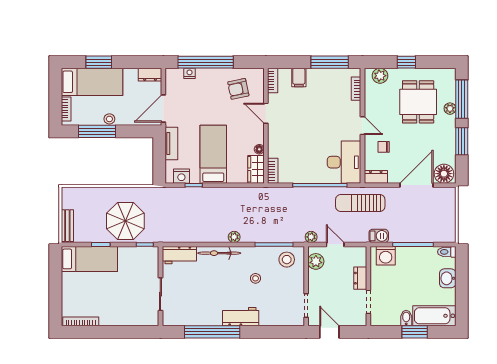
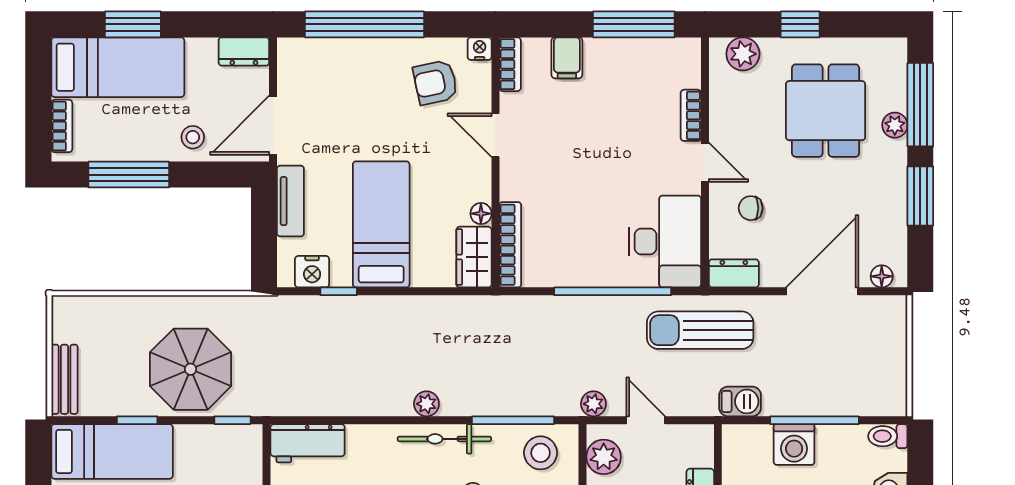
nightstand: (190, 73) -> (480, 49), moved
bookcase: (356, 89) -> (691, 115), moved
stool: (109, 119) -> (193, 137), moved
bookcase: (273, 171) -> (510, 245), width x1.56
floor lamp: (444, 174) -> (882, 276), width x0.53, depth x0.53
bicycle: (219, 253) -> (444, 439), moved
washing machine: (386, 256) -> (794, 445), moved

